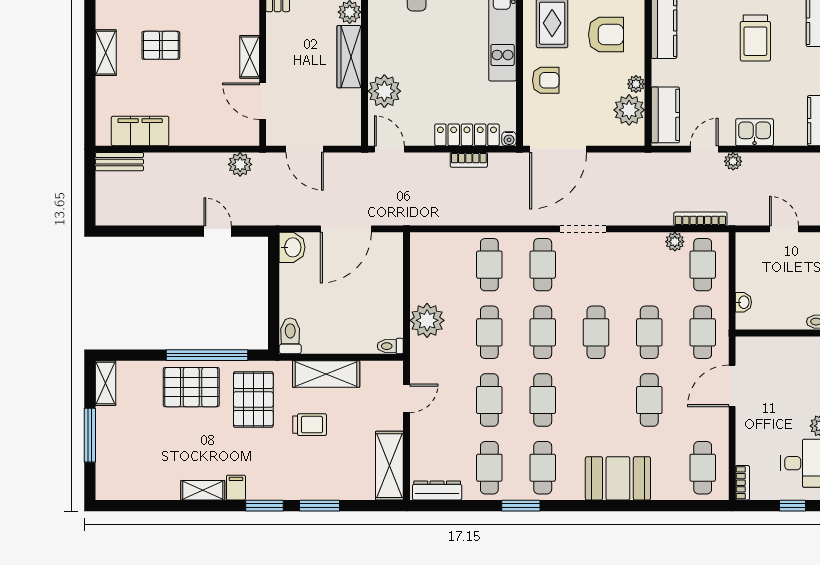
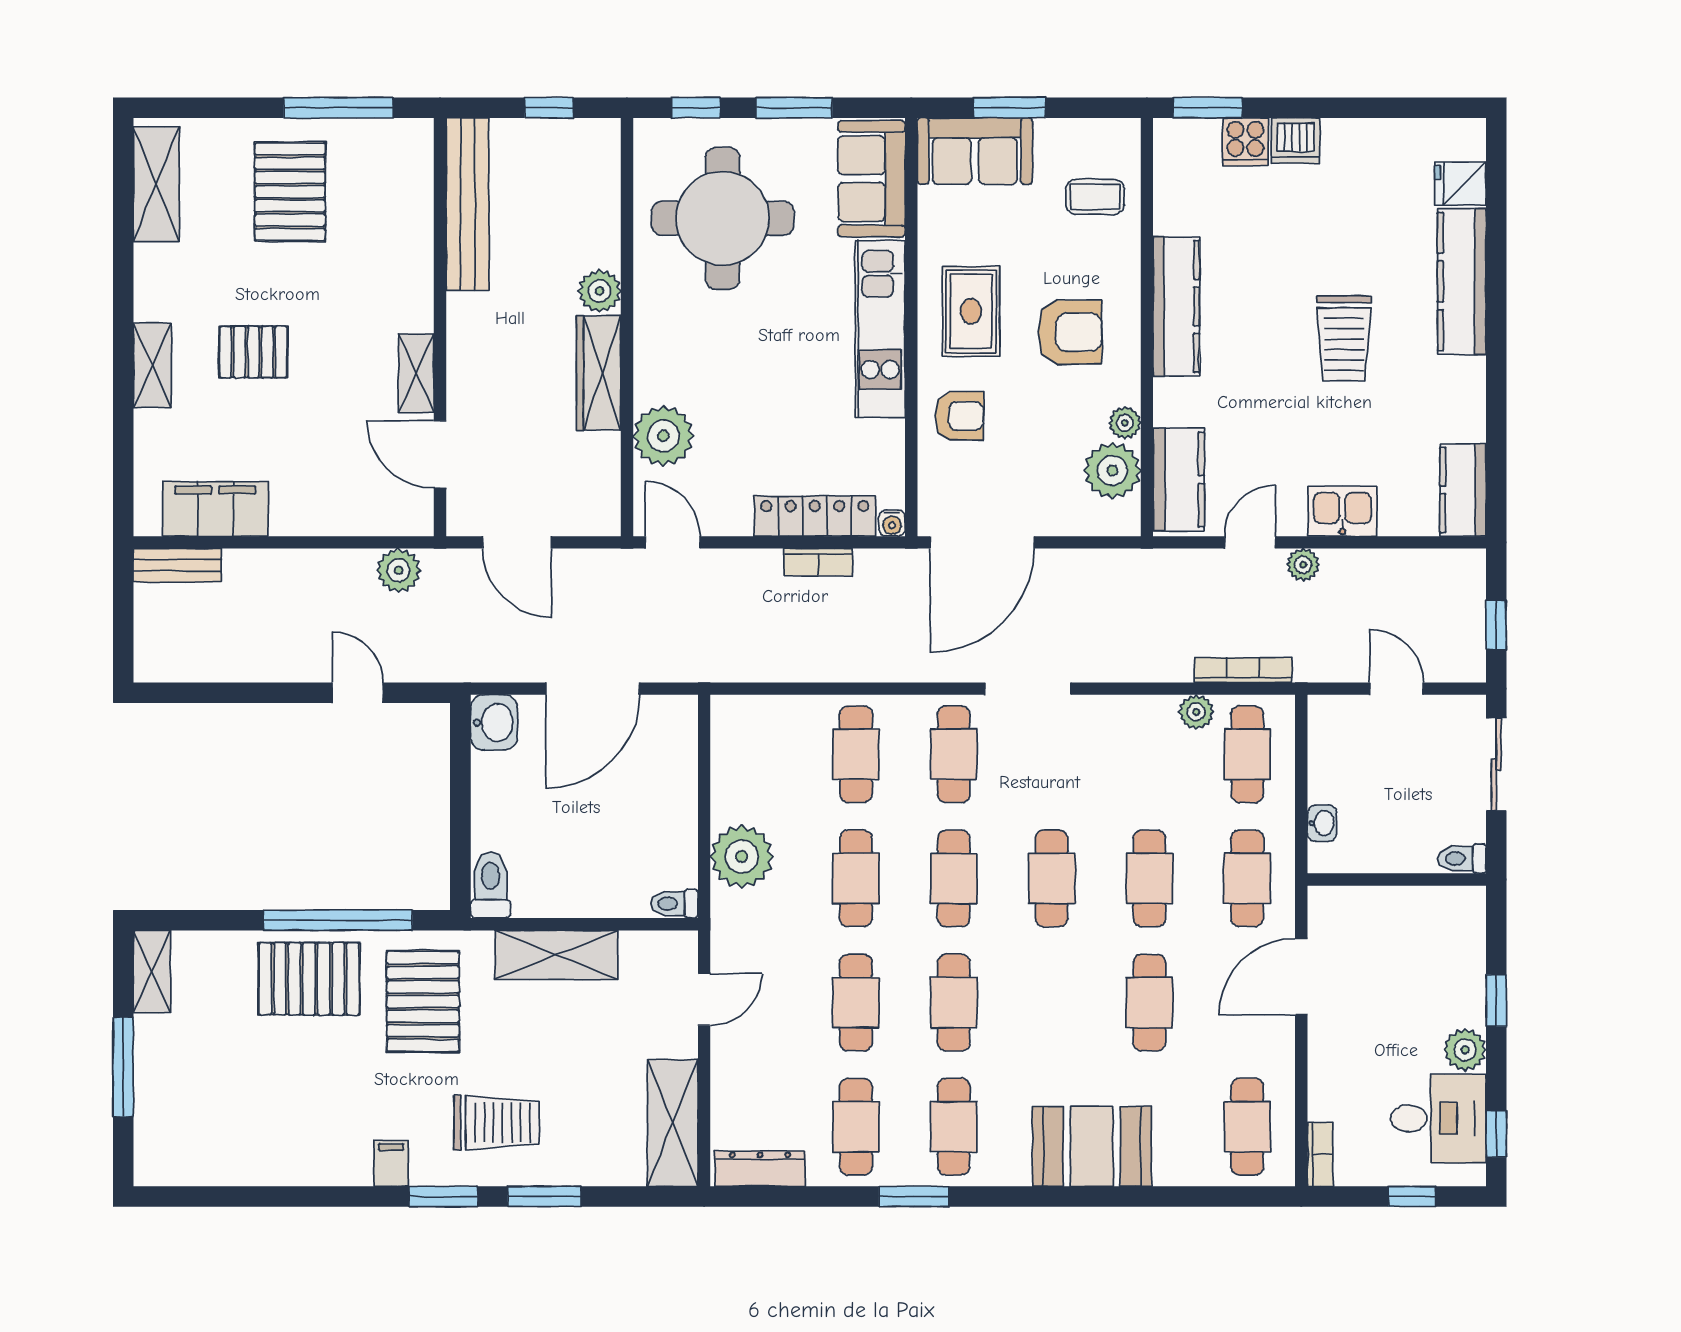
trolley: (310, 425) -> (496, 1123), moved, width x1.36, depth x1.39
shelving: (203, 490) -> (330, 1168), removed

